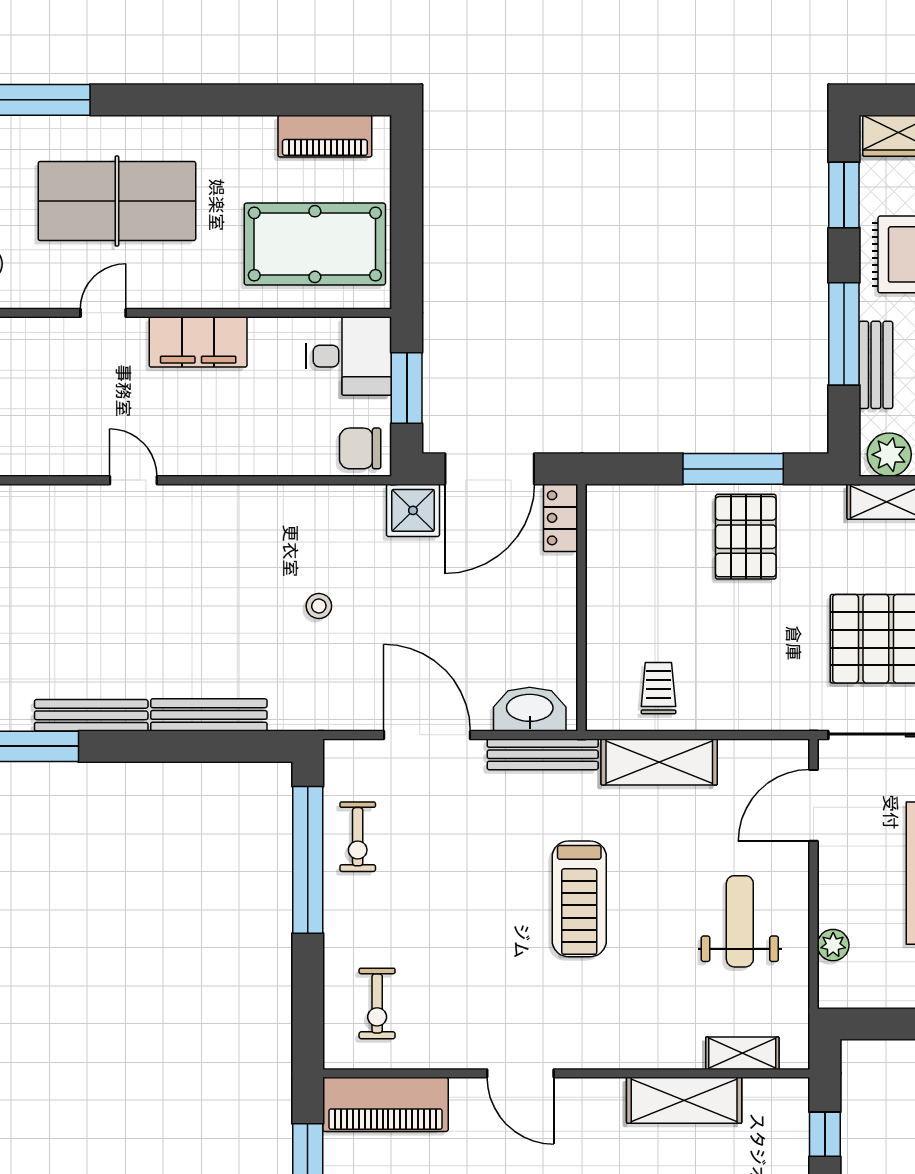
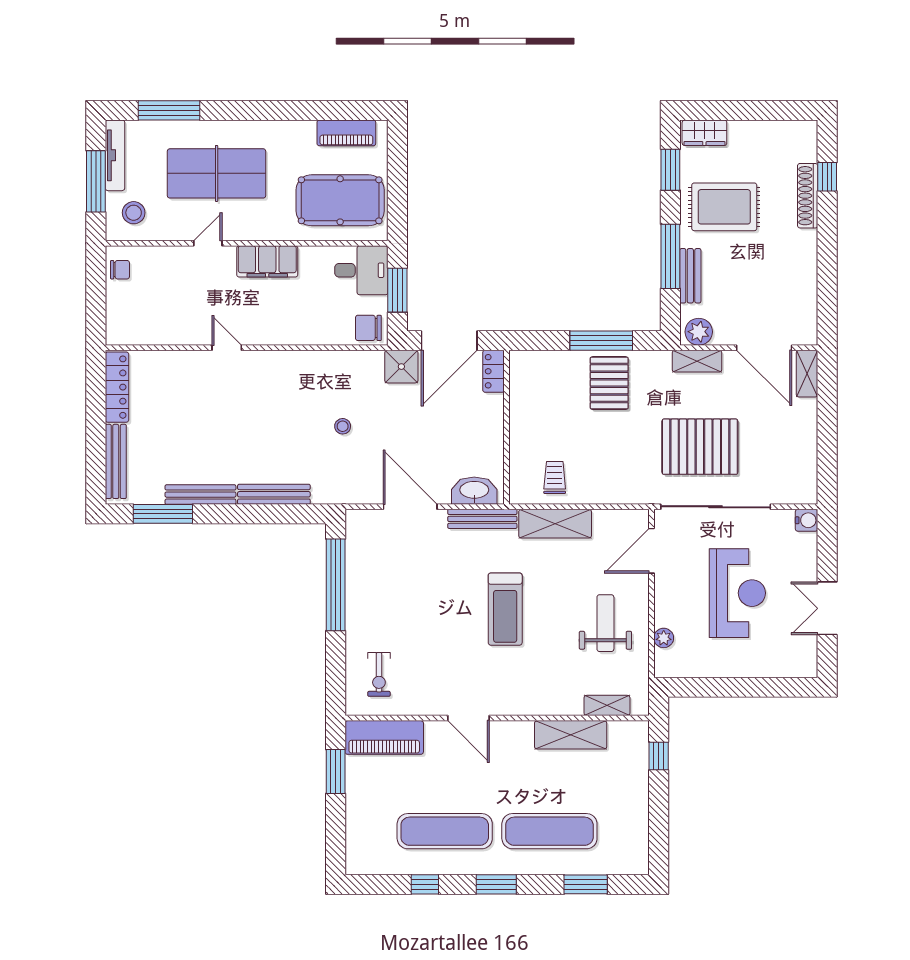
exercise bike: (358, 837) -> (367, 570), removed

